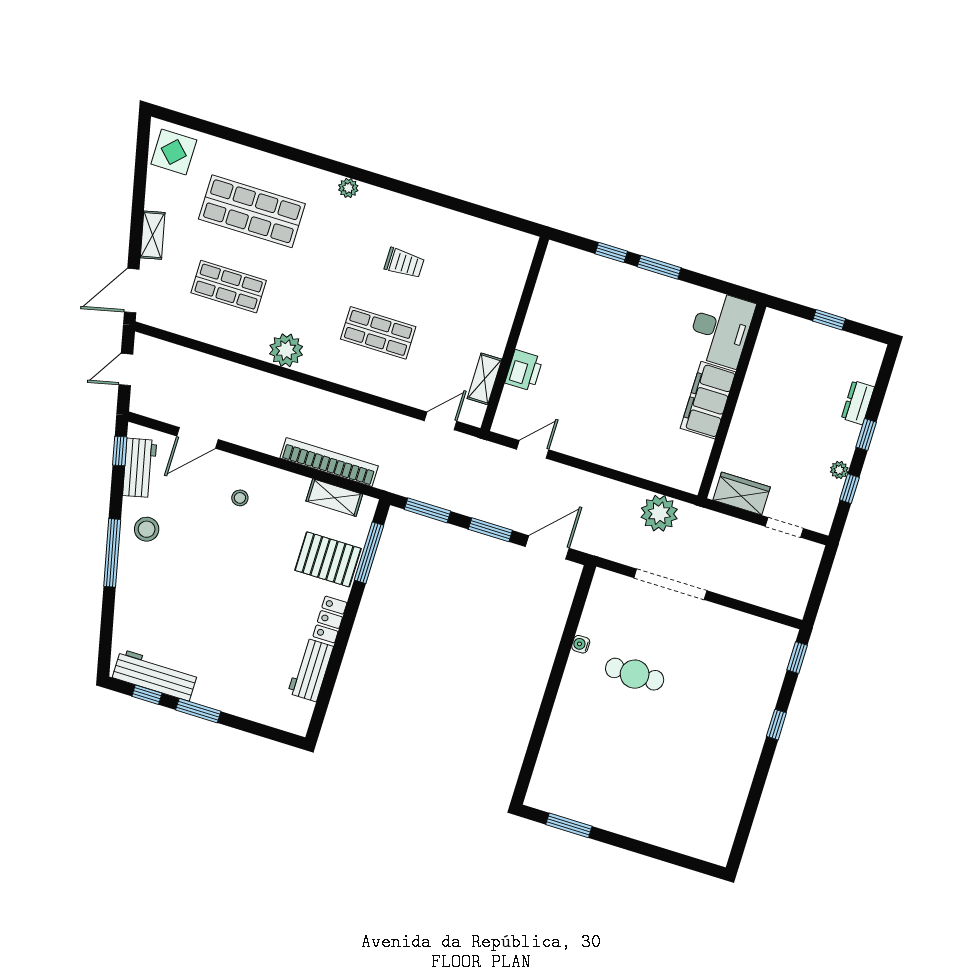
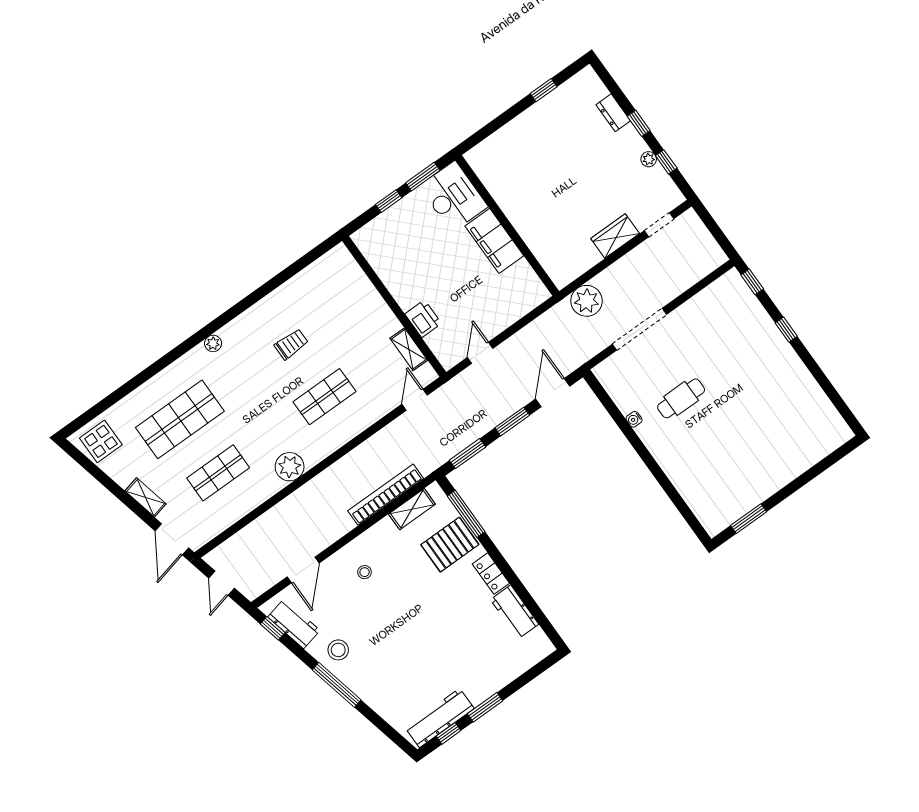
desk: (721, 329) -> (453, 197), moved
filing cabinet: (708, 400) -> (494, 241), moved
wall: (732, 401) -> (507, 226), moved

